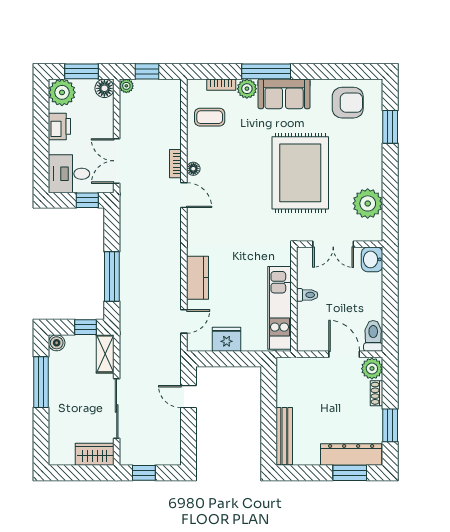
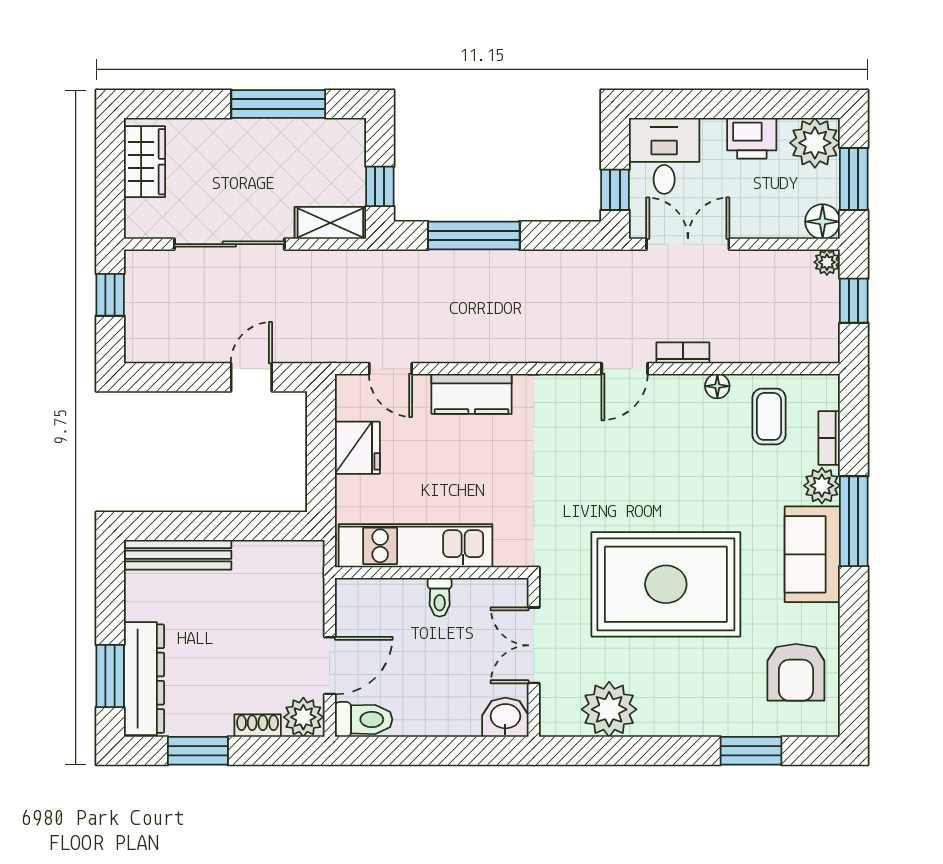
floor lamp: (193, 169) -> (717, 386), moved
boiler: (57, 343) -> (351, 133), removed
wardrobe: (95, 454) -> (145, 162), moved

